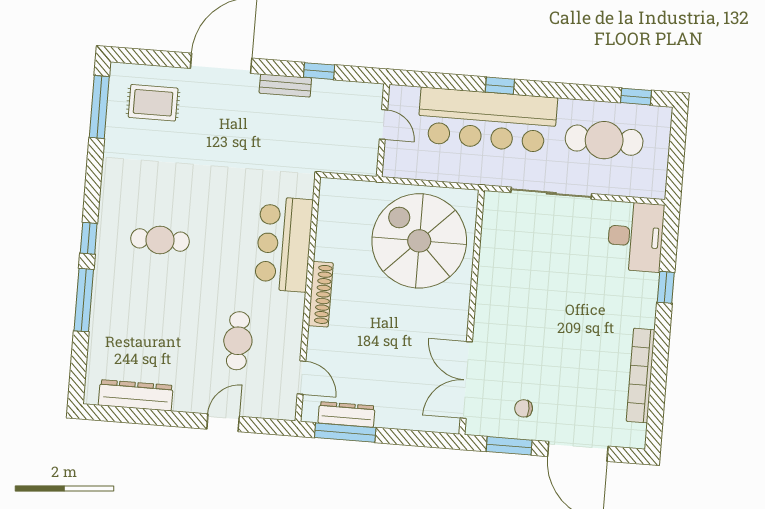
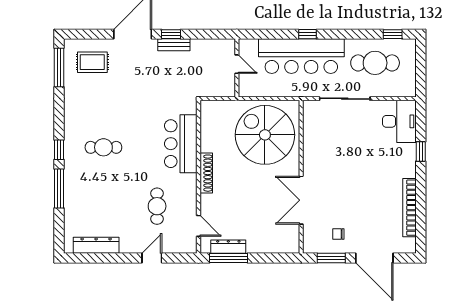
window: (319, 71) -> (171, 34), moved
double door: (466, 380) -> (301, 200), moved

